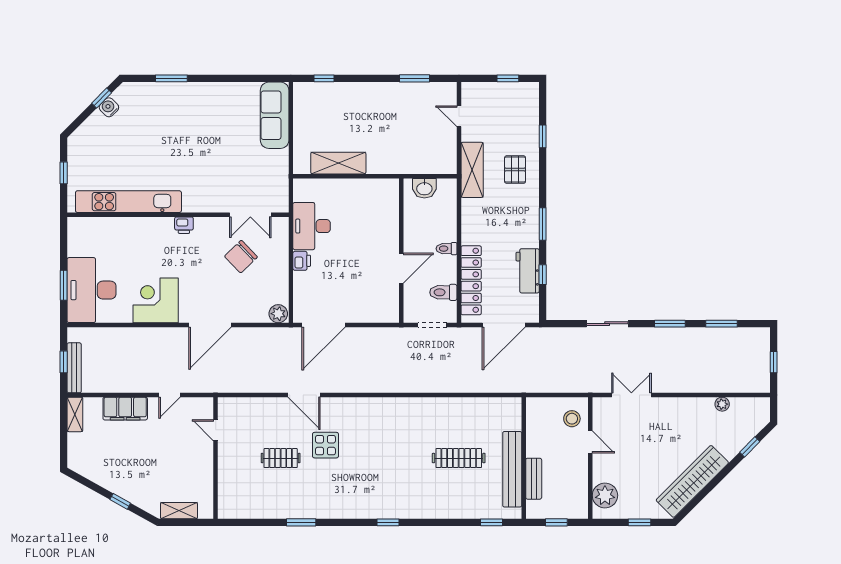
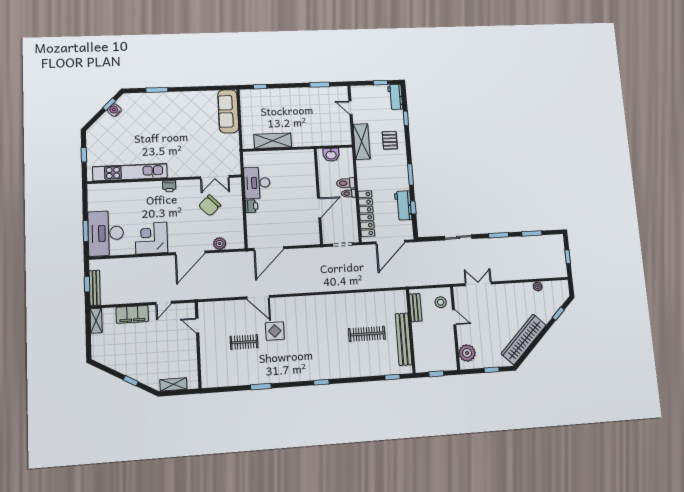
workbench: (529, 102) -> (395, 97), added
toilet: (443, 292) -> (346, 183), moved
plant: (278, 314) -> (220, 244), moved
bench: (534, 479) -> (415, 308), moved

